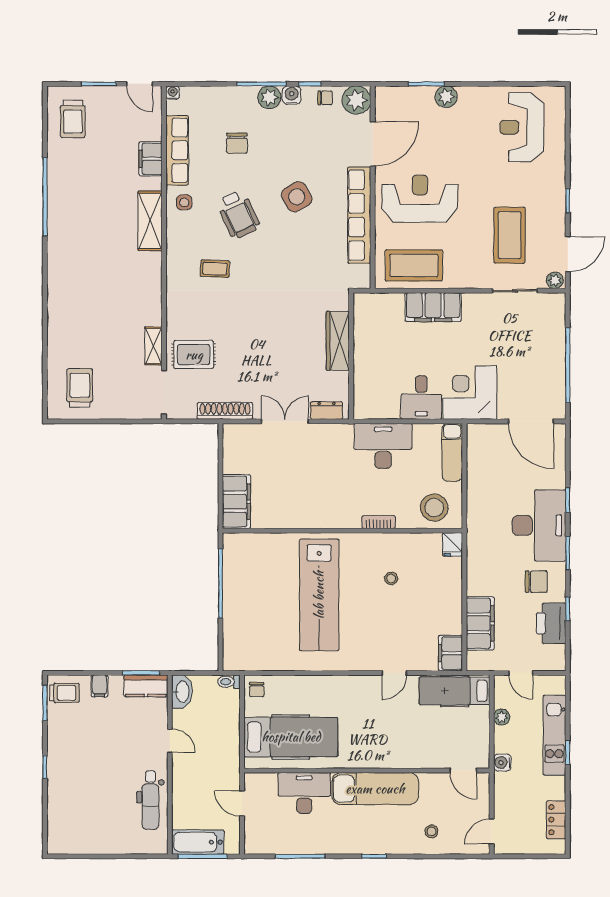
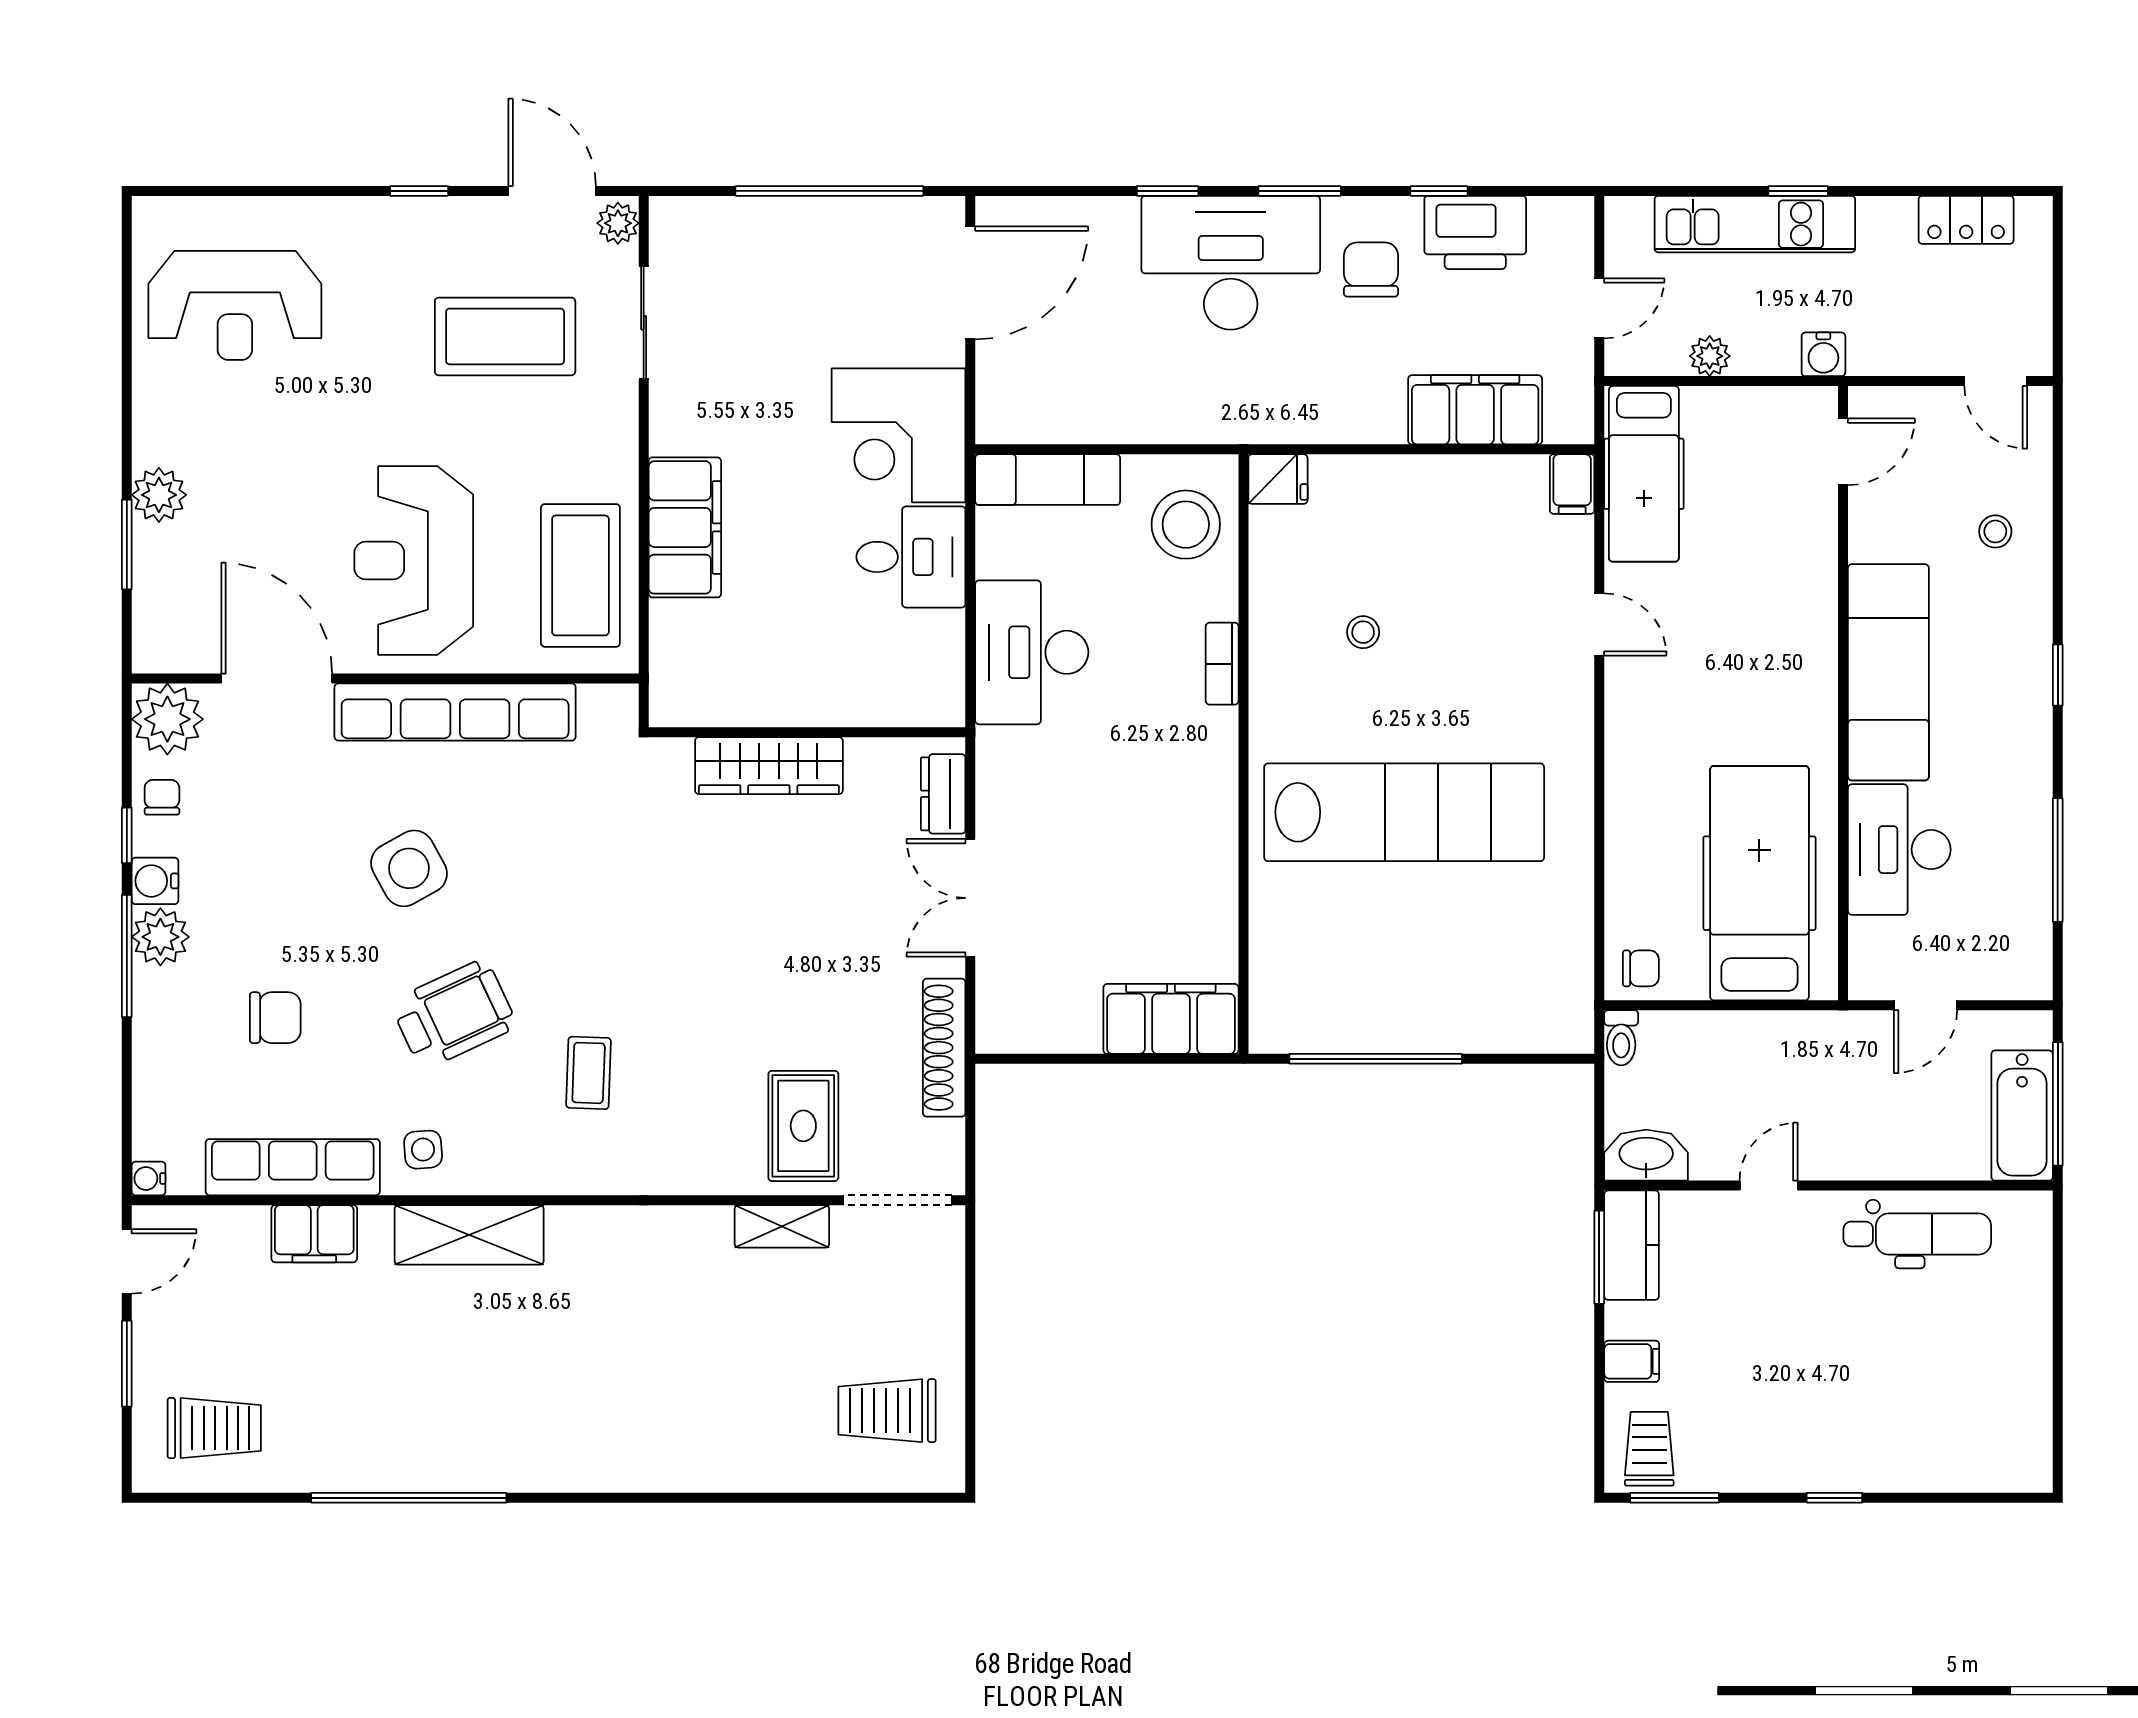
filing cabinet: (450, 653) -> (1572, 484), width x0.50

